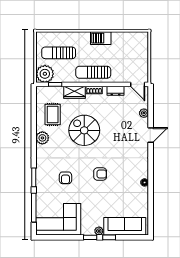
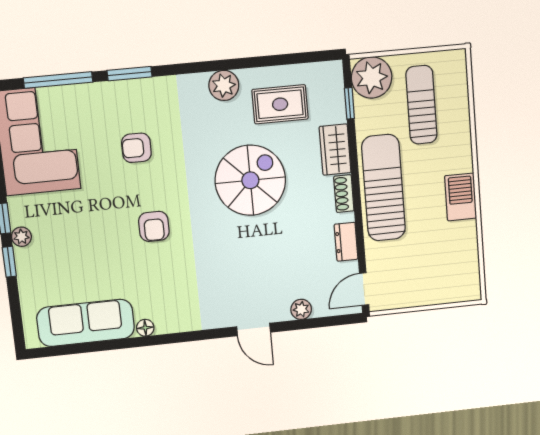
sun lounger: (93, 72) -> (384, 188), width x1.36, depth x1.34
sofa: (125, 226) -> (86, 323), moved, turned -90

